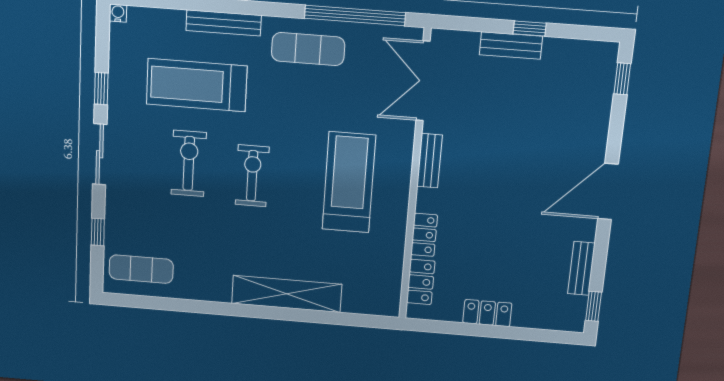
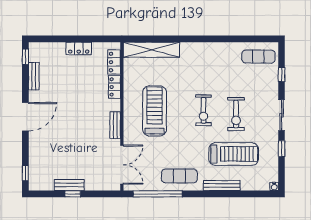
bench: (511, 45) -> (69, 185), moved
treadmill: (349, 182) -> (155, 111), turned 180
shelving: (287, 294) -> (151, 50), moved

